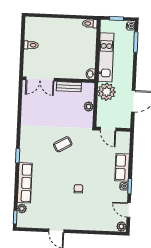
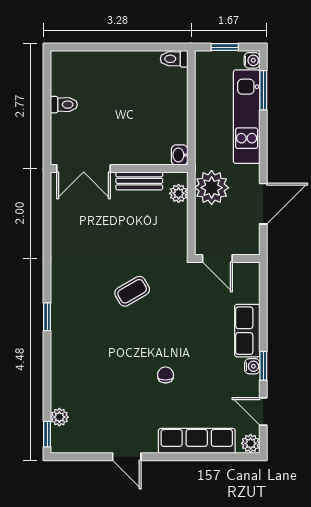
kitchen unit: (106, 57) -> (247, 117), moved, turned 180
plant: (89, 107) -> (179, 193), moved
row of seats: (25, 183) -> (197, 441), moved, turned -90

